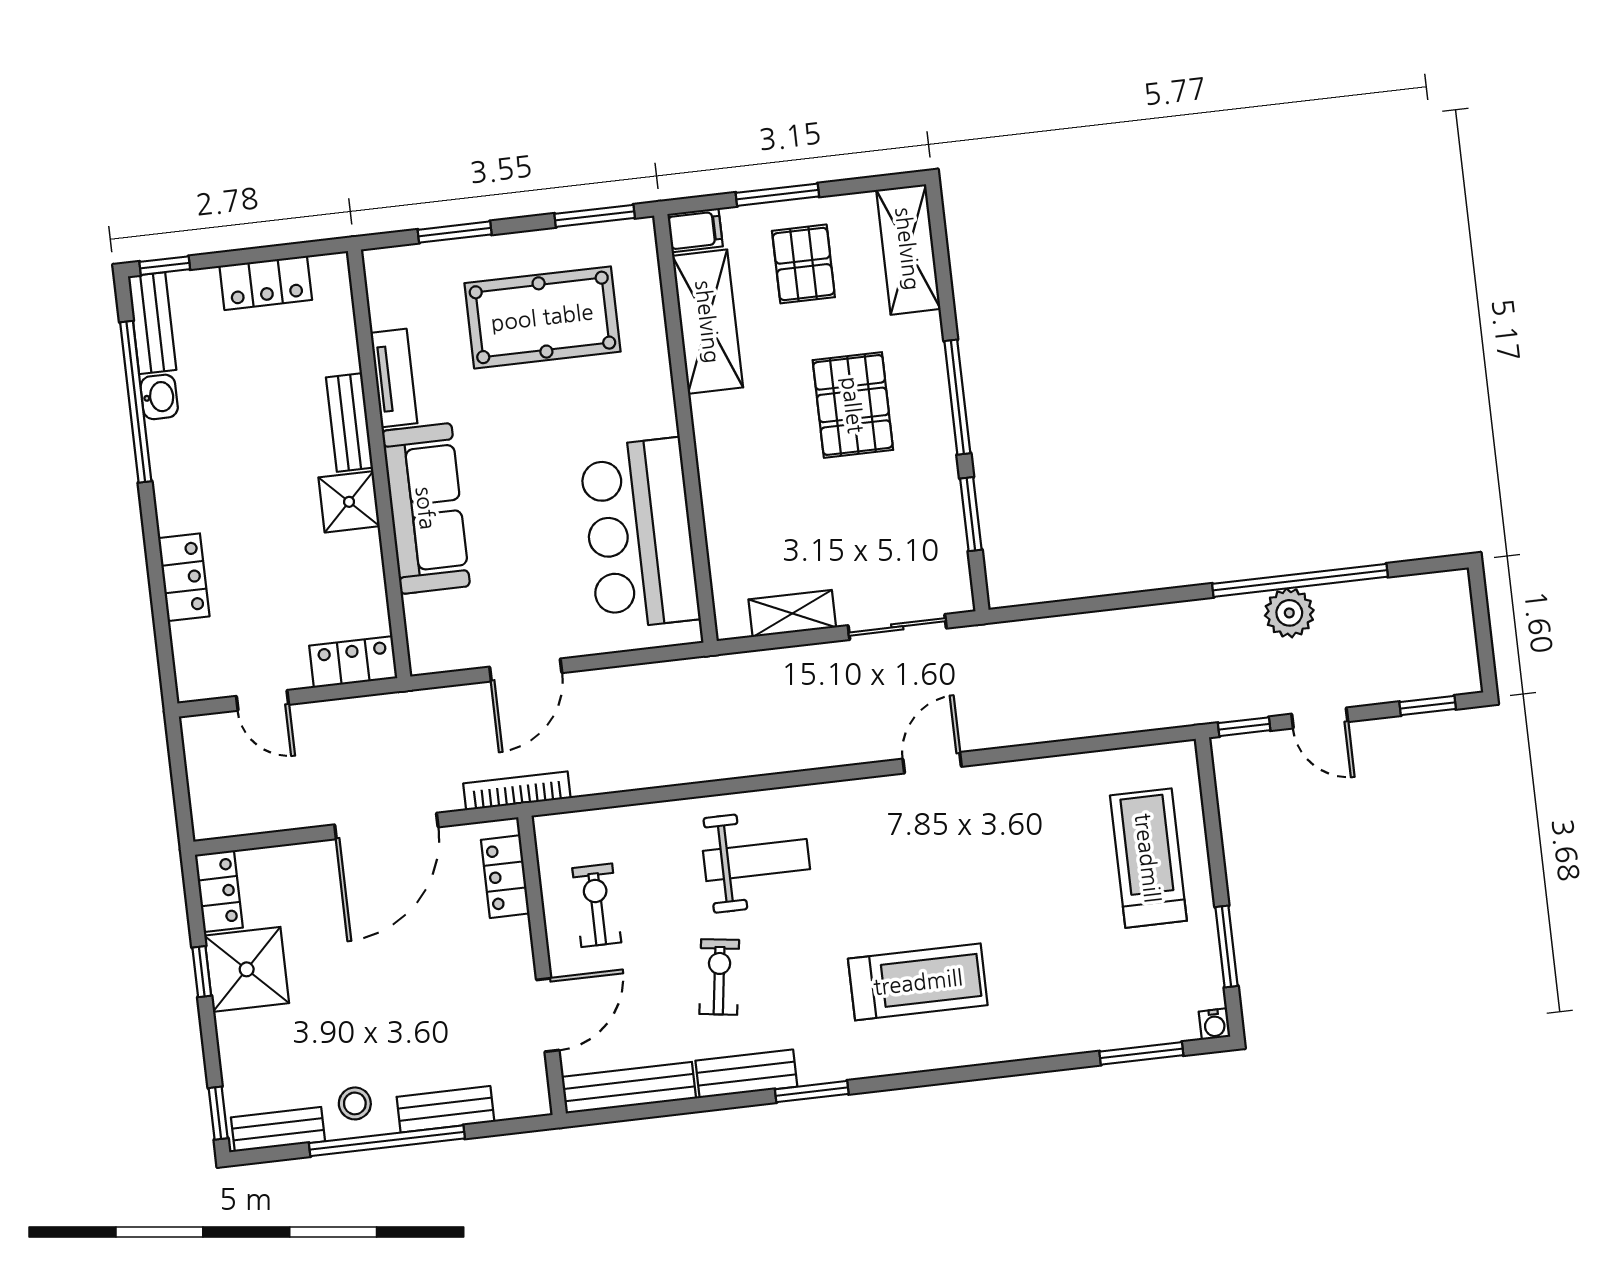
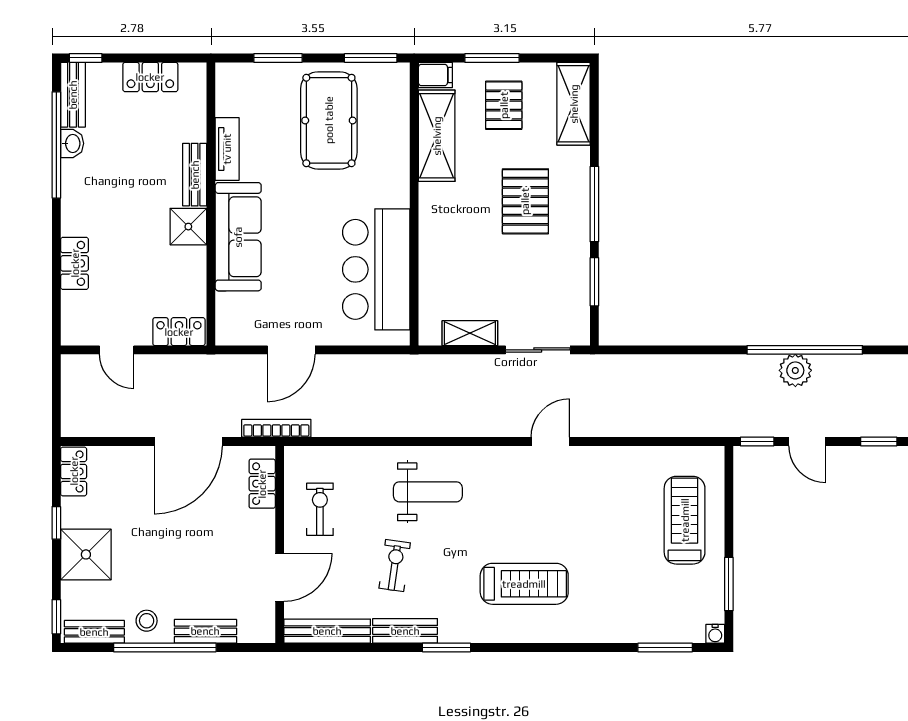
pool table: (542, 317) -> (329, 120), turned 90
shower: (247, 969) -> (86, 554), moved

